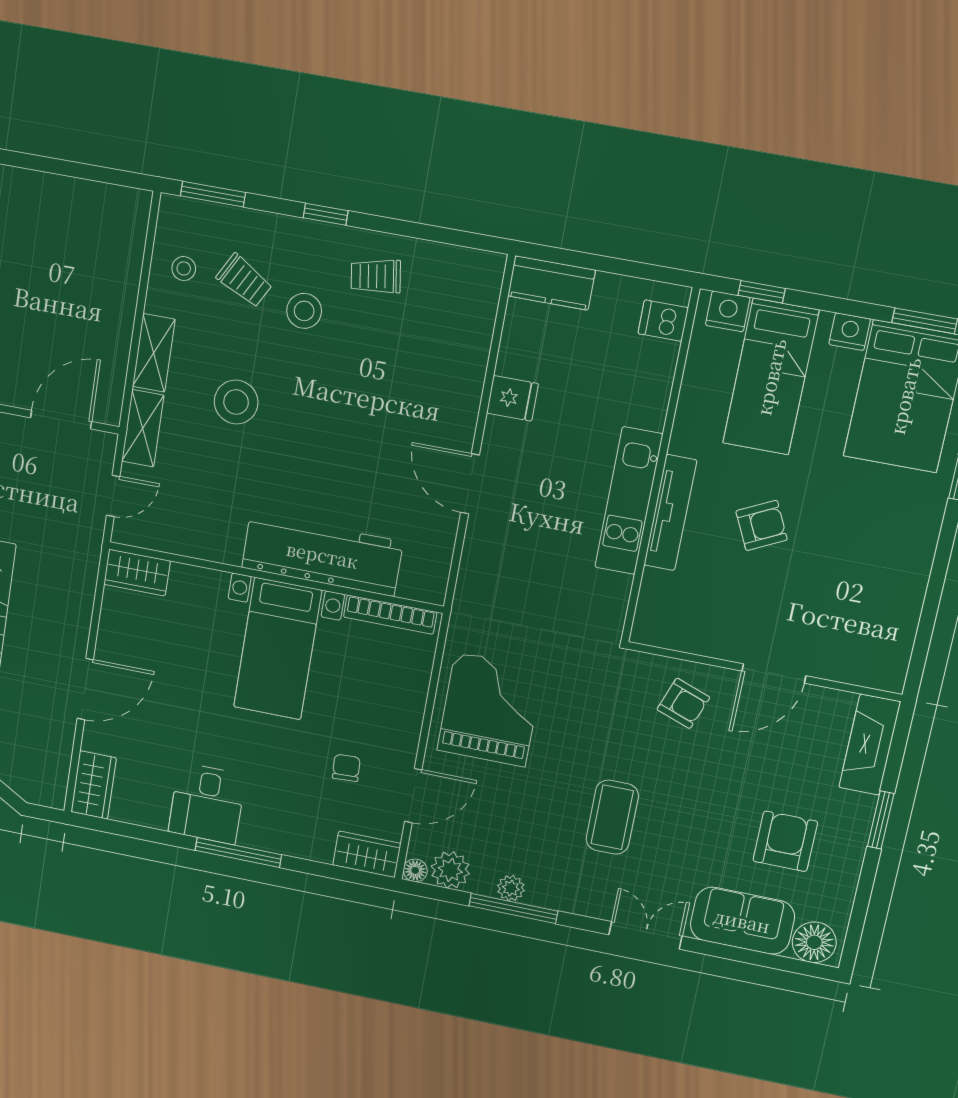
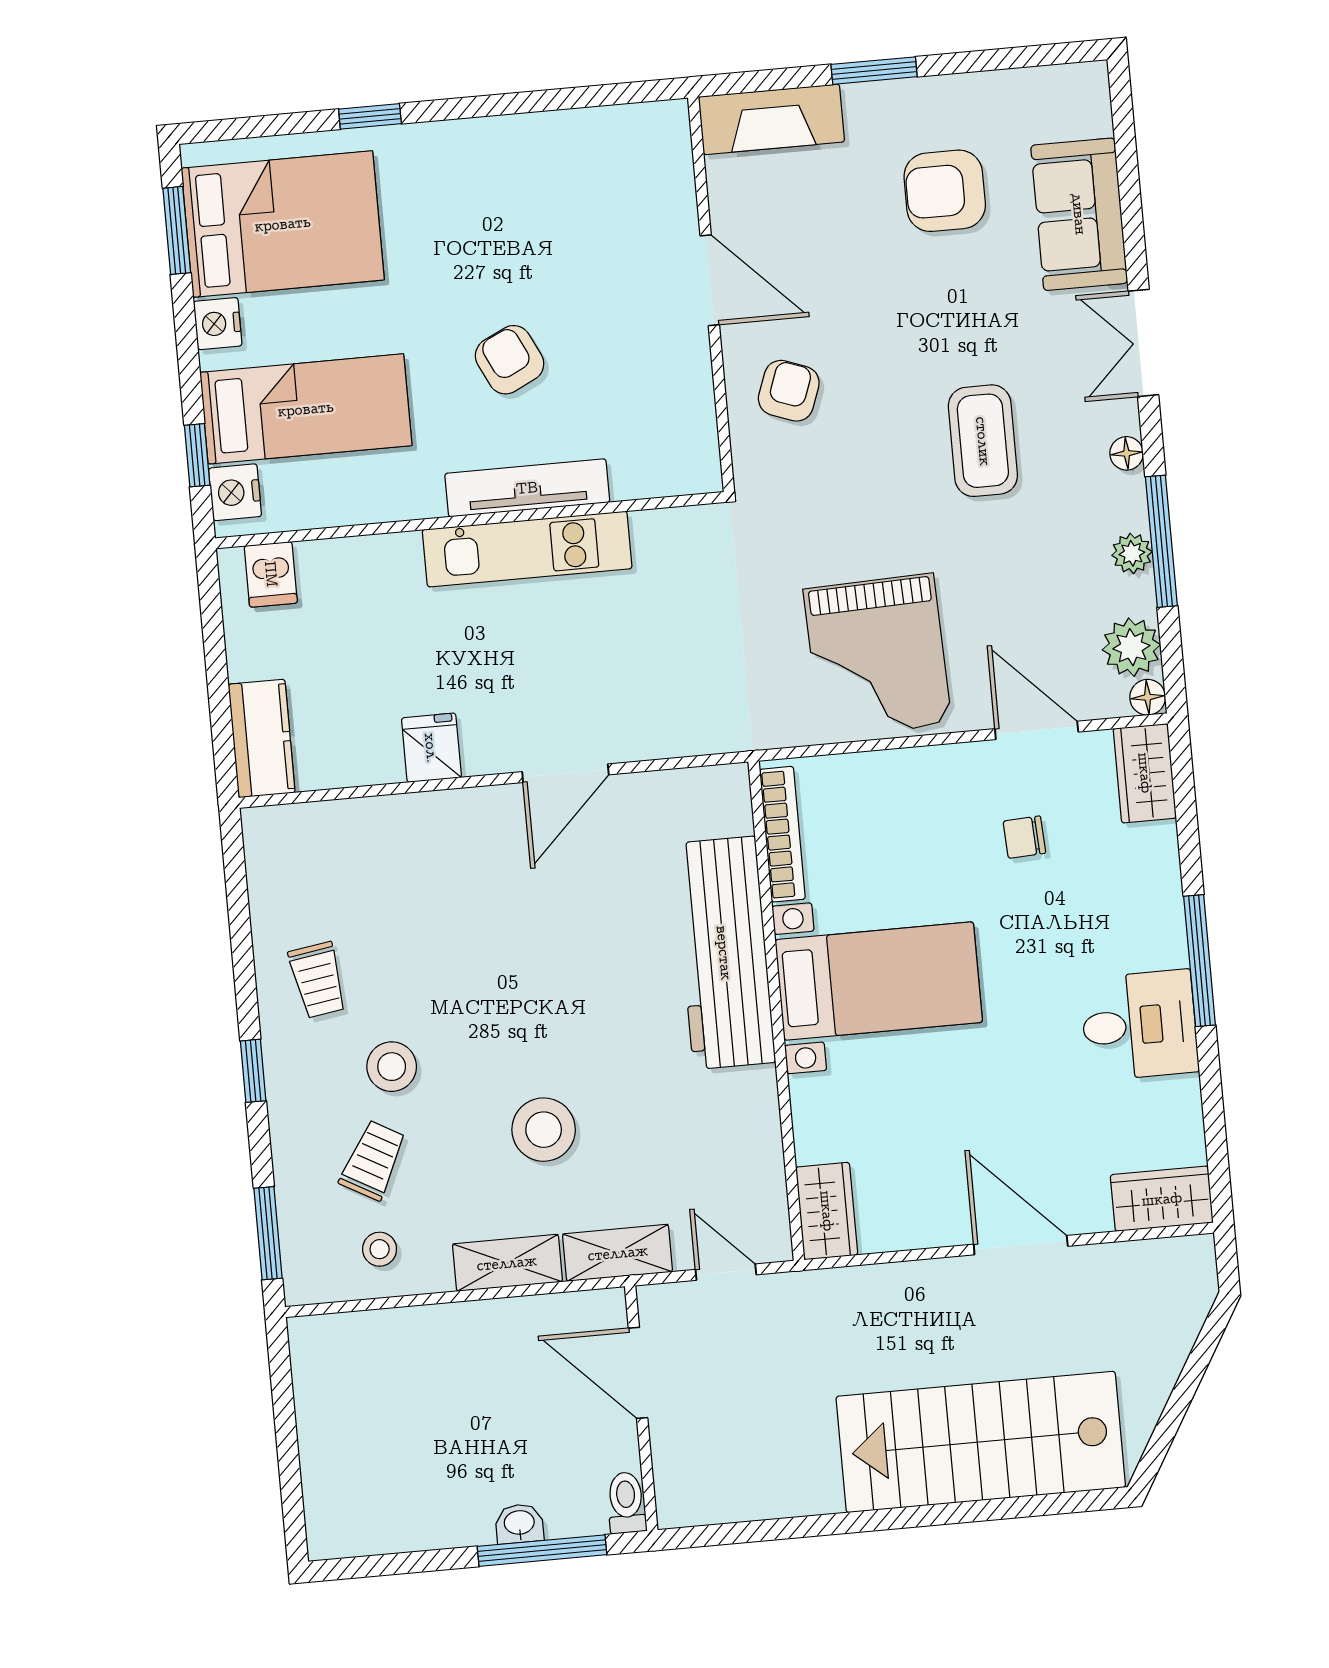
grand piano: (490, 709) -> (878, 656), turned -92
coffee table: (612, 817) -> (983, 441), turned 90
floor lamp: (814, 942) -> (1127, 453), moved, width x0.53, depth x0.53

